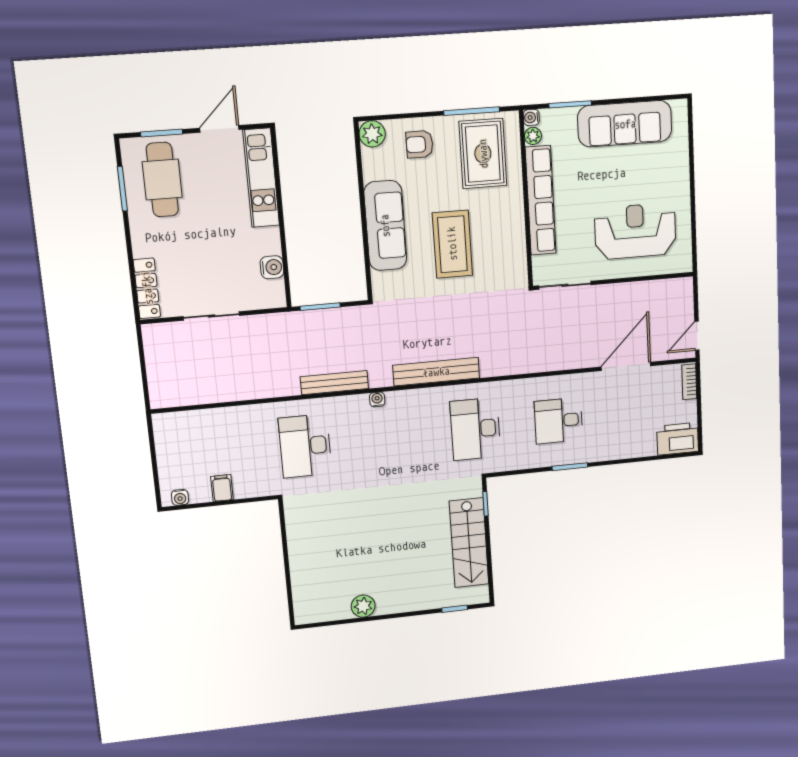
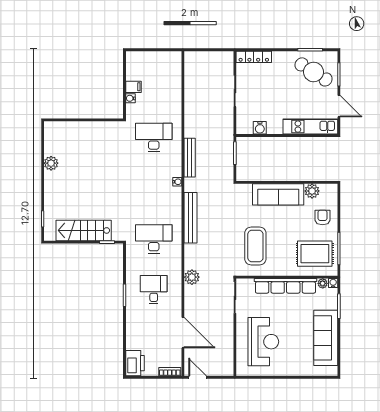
plant: (372, 134) -> (312, 191), moved
cafe table: (162, 180) -> (314, 72), turned 32
coffee table: (452, 244) -> (255, 246), moved, turned 90
plant: (535, 360) -> (192, 277), added
water cooler: (180, 497) -> (130, 98), moved

